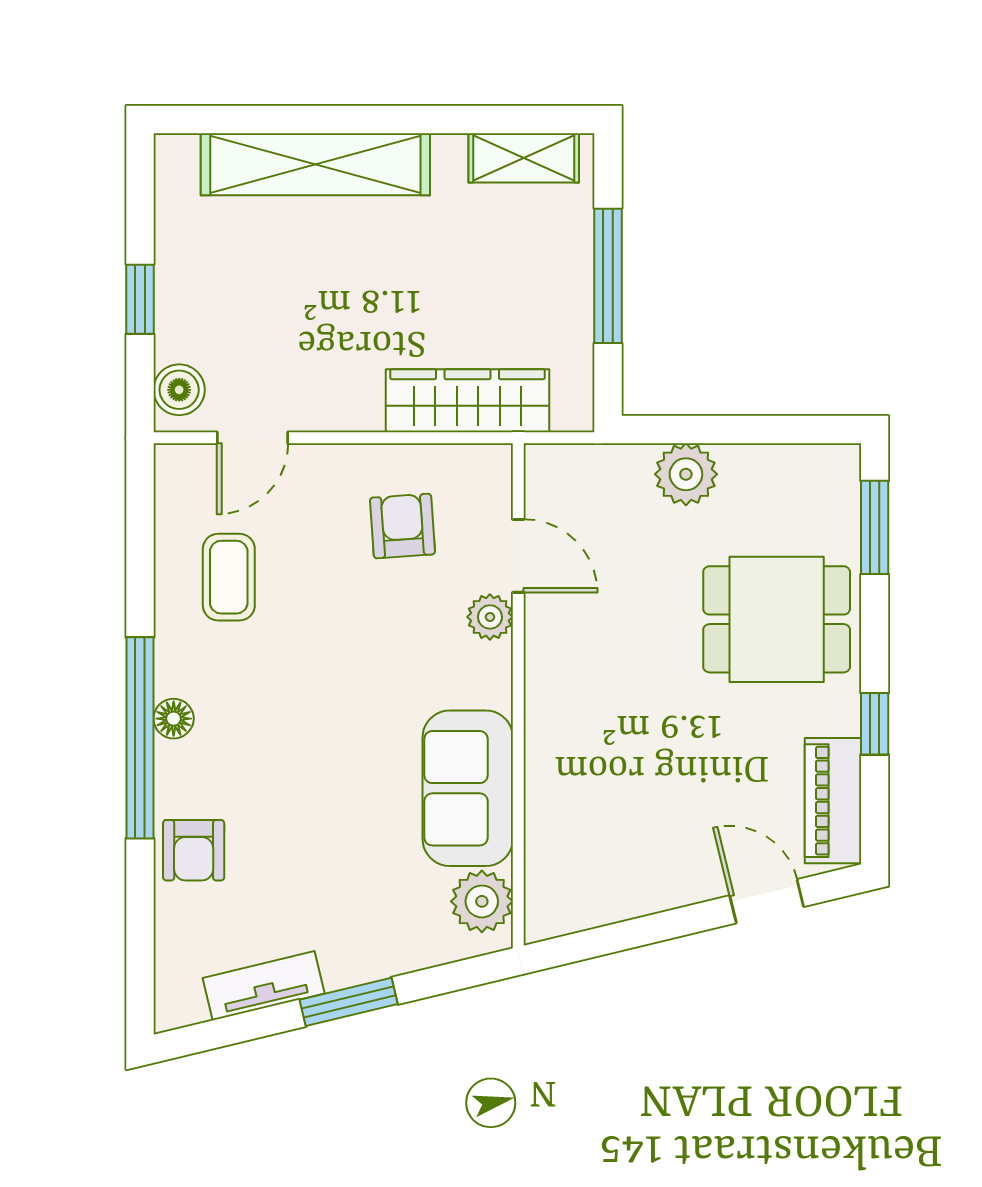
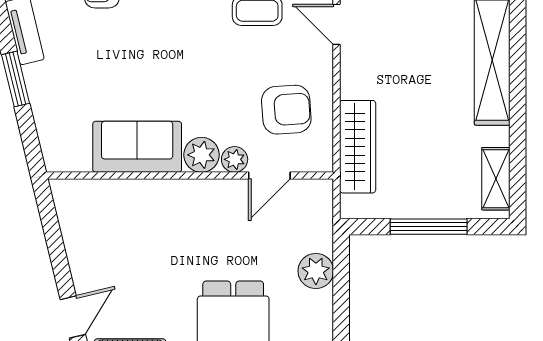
armchair: (402, 526) -> (286, 110), width x1.38, depth x1.38
plant: (482, 901) -> (202, 155), moved

